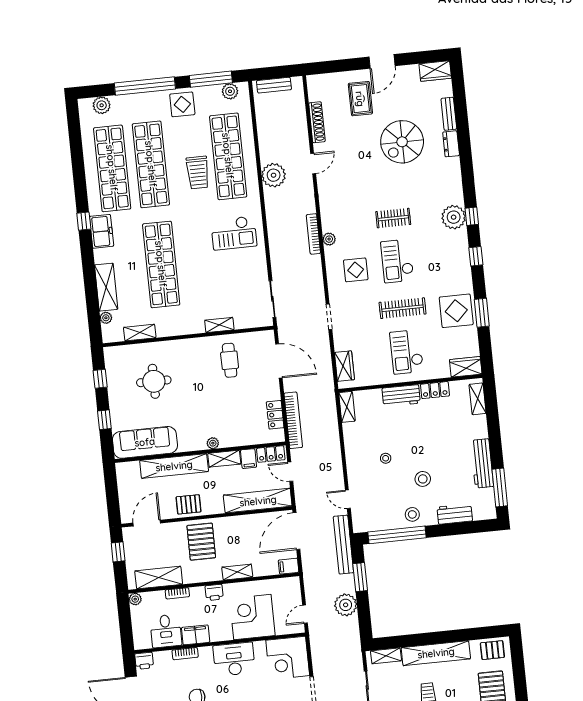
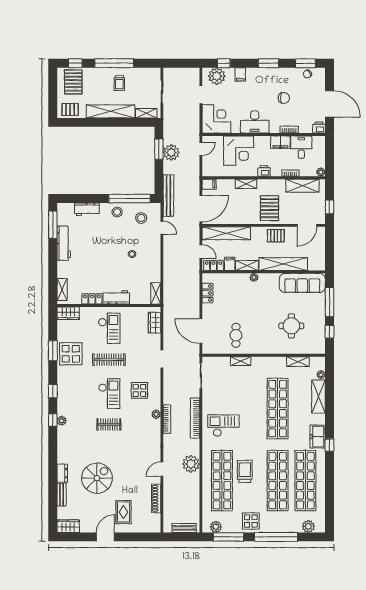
plant: (454, 217) -> (62, 421), width x0.53, depth x0.53
window: (104, 420) -> (329, 302), width x2.17
bookcase: (293, 420) -> (195, 418), moved
stool: (423, 479) -> (141, 218), moved
window: (360, 577) -> (159, 149), moved

